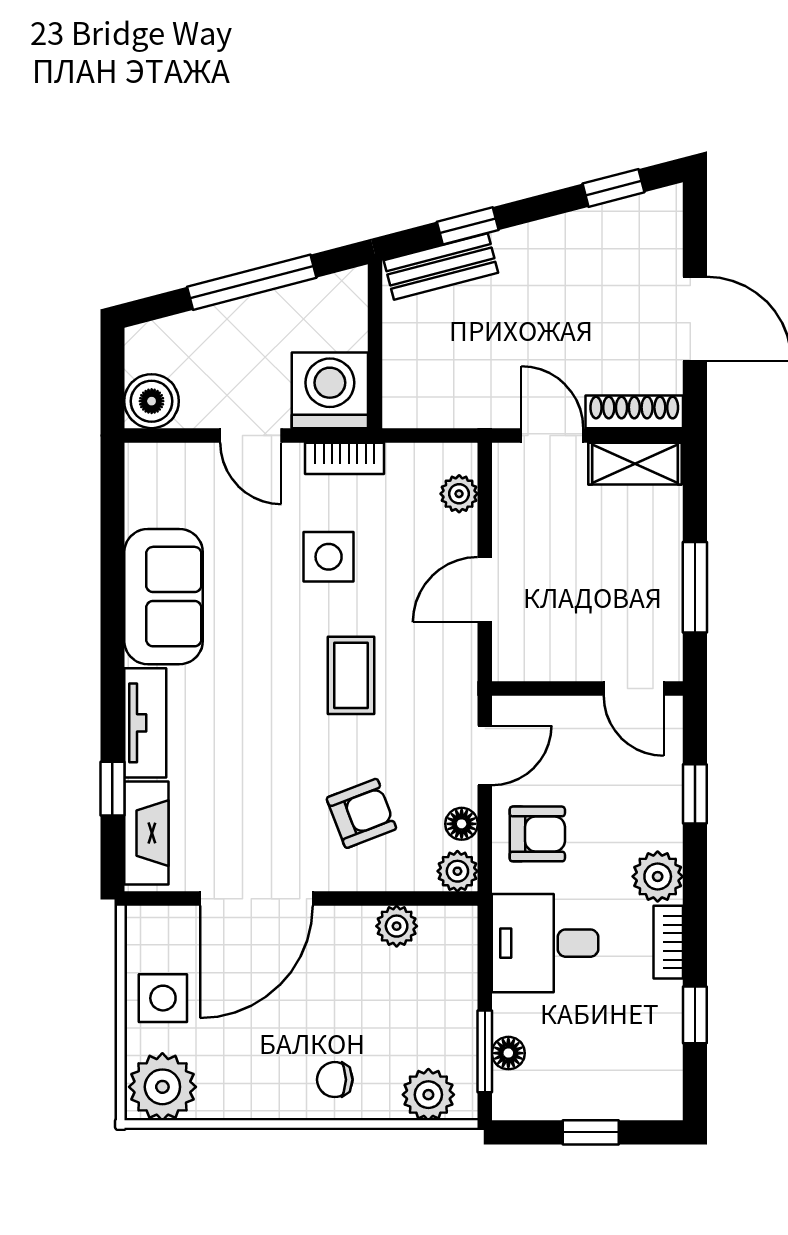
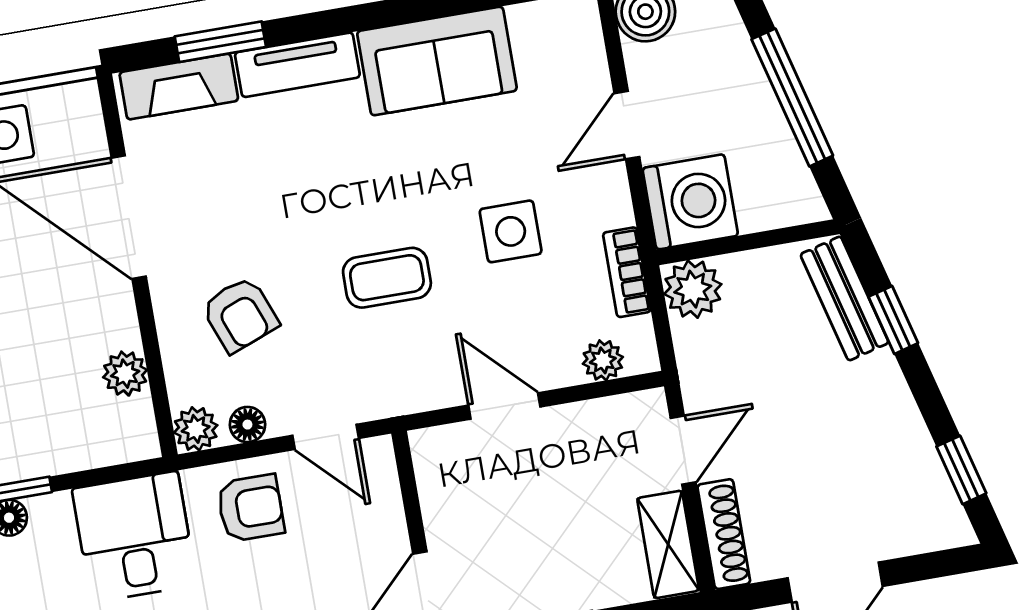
plant: (409, 402) -> (693, 289), added
bookcase: (345, 458) -> (627, 272), moved
window: (112, 789) -> (220, 42), width x1.50
armchair: (537, 834) -> (251, 508), turned -90

